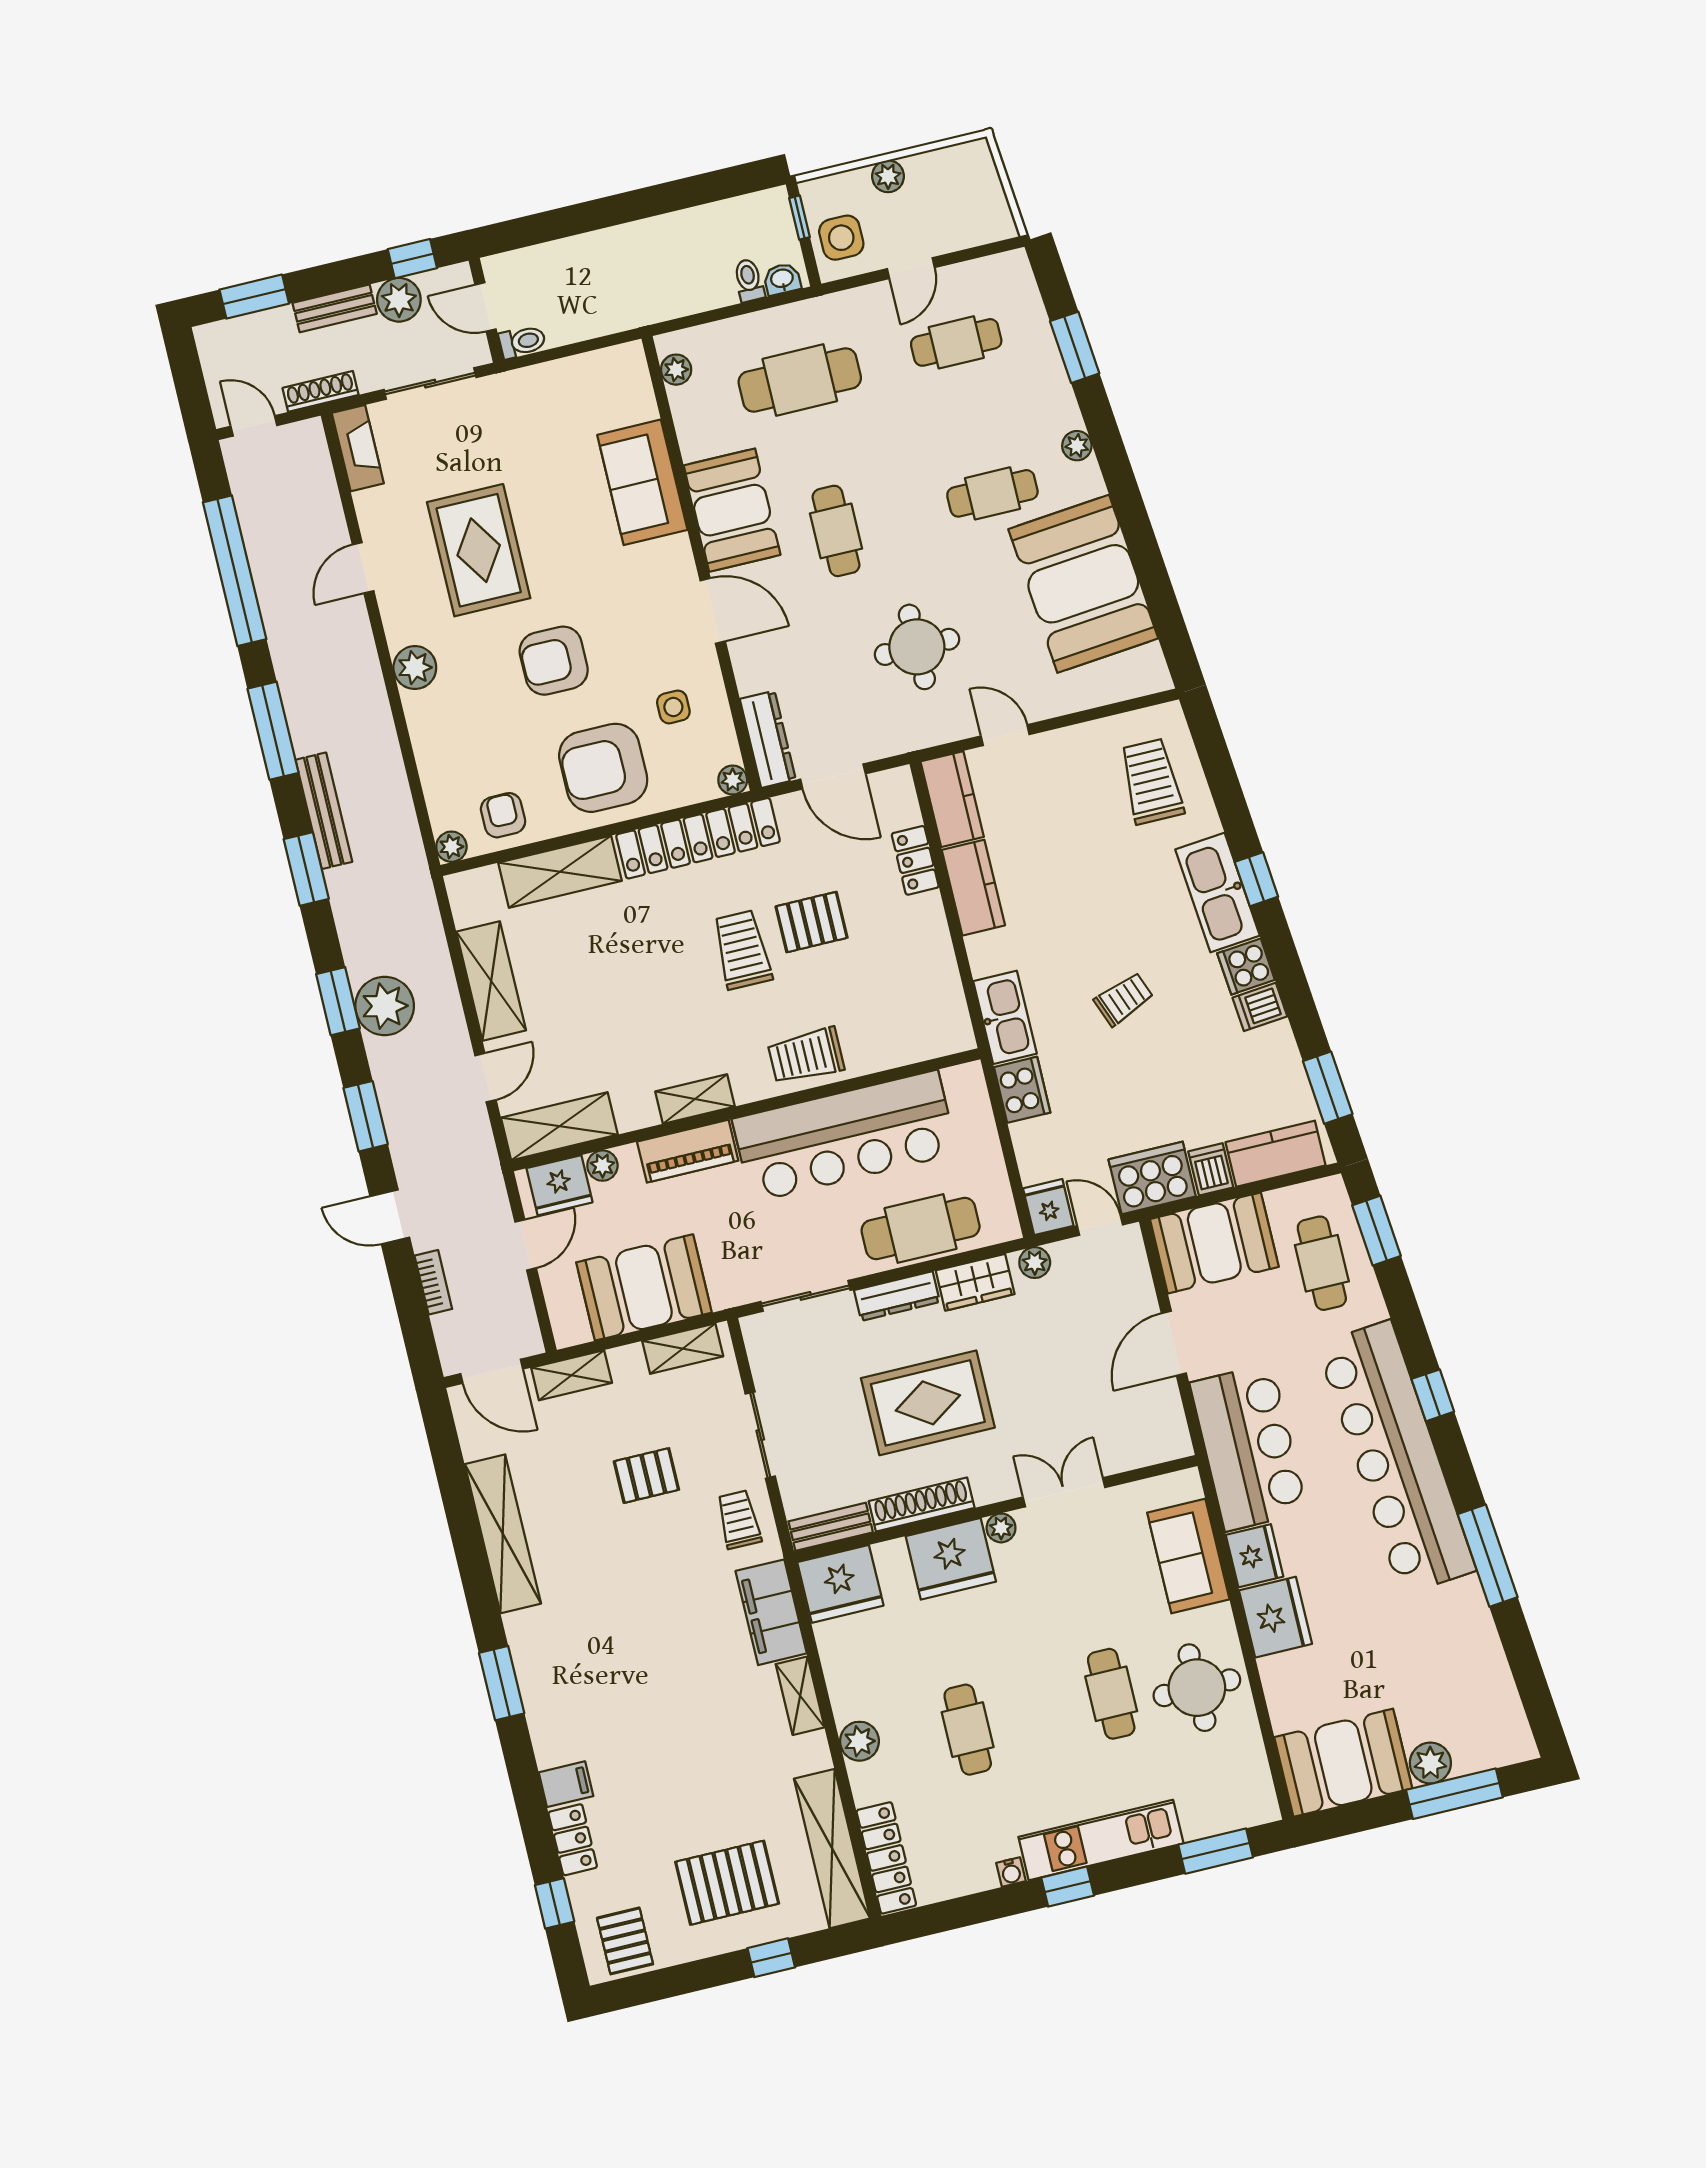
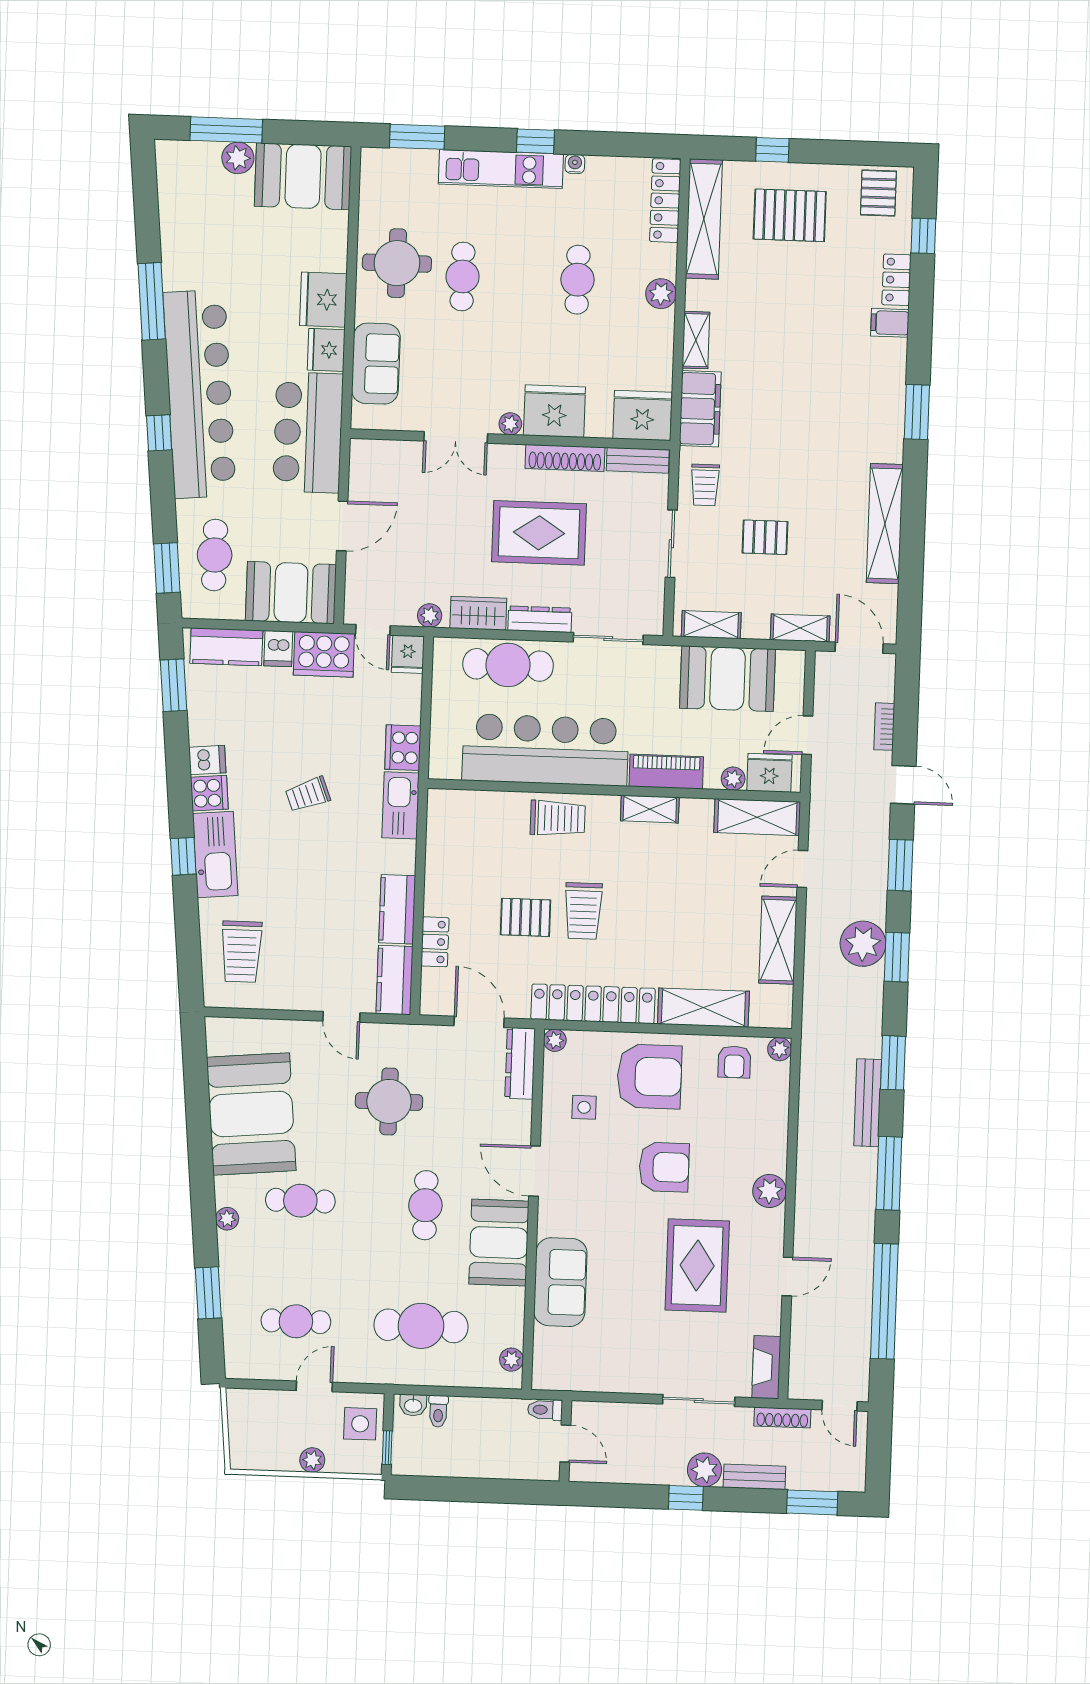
door: (486, 307) -> (565, 1444), moved
wall: (486, 310) -> (565, 1441), moved
toilet: (522, 342) -> (545, 1410), moved

